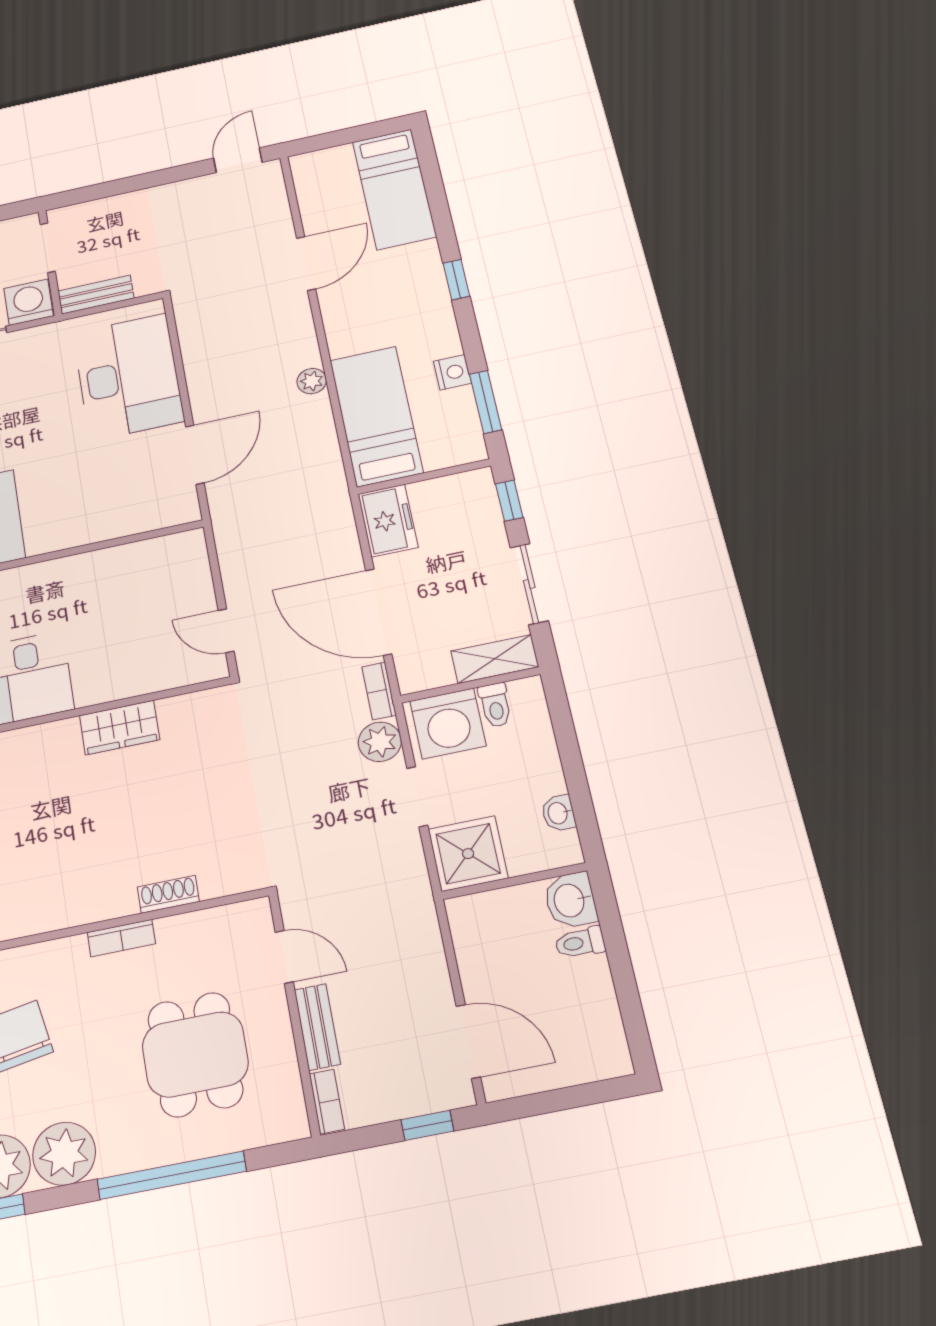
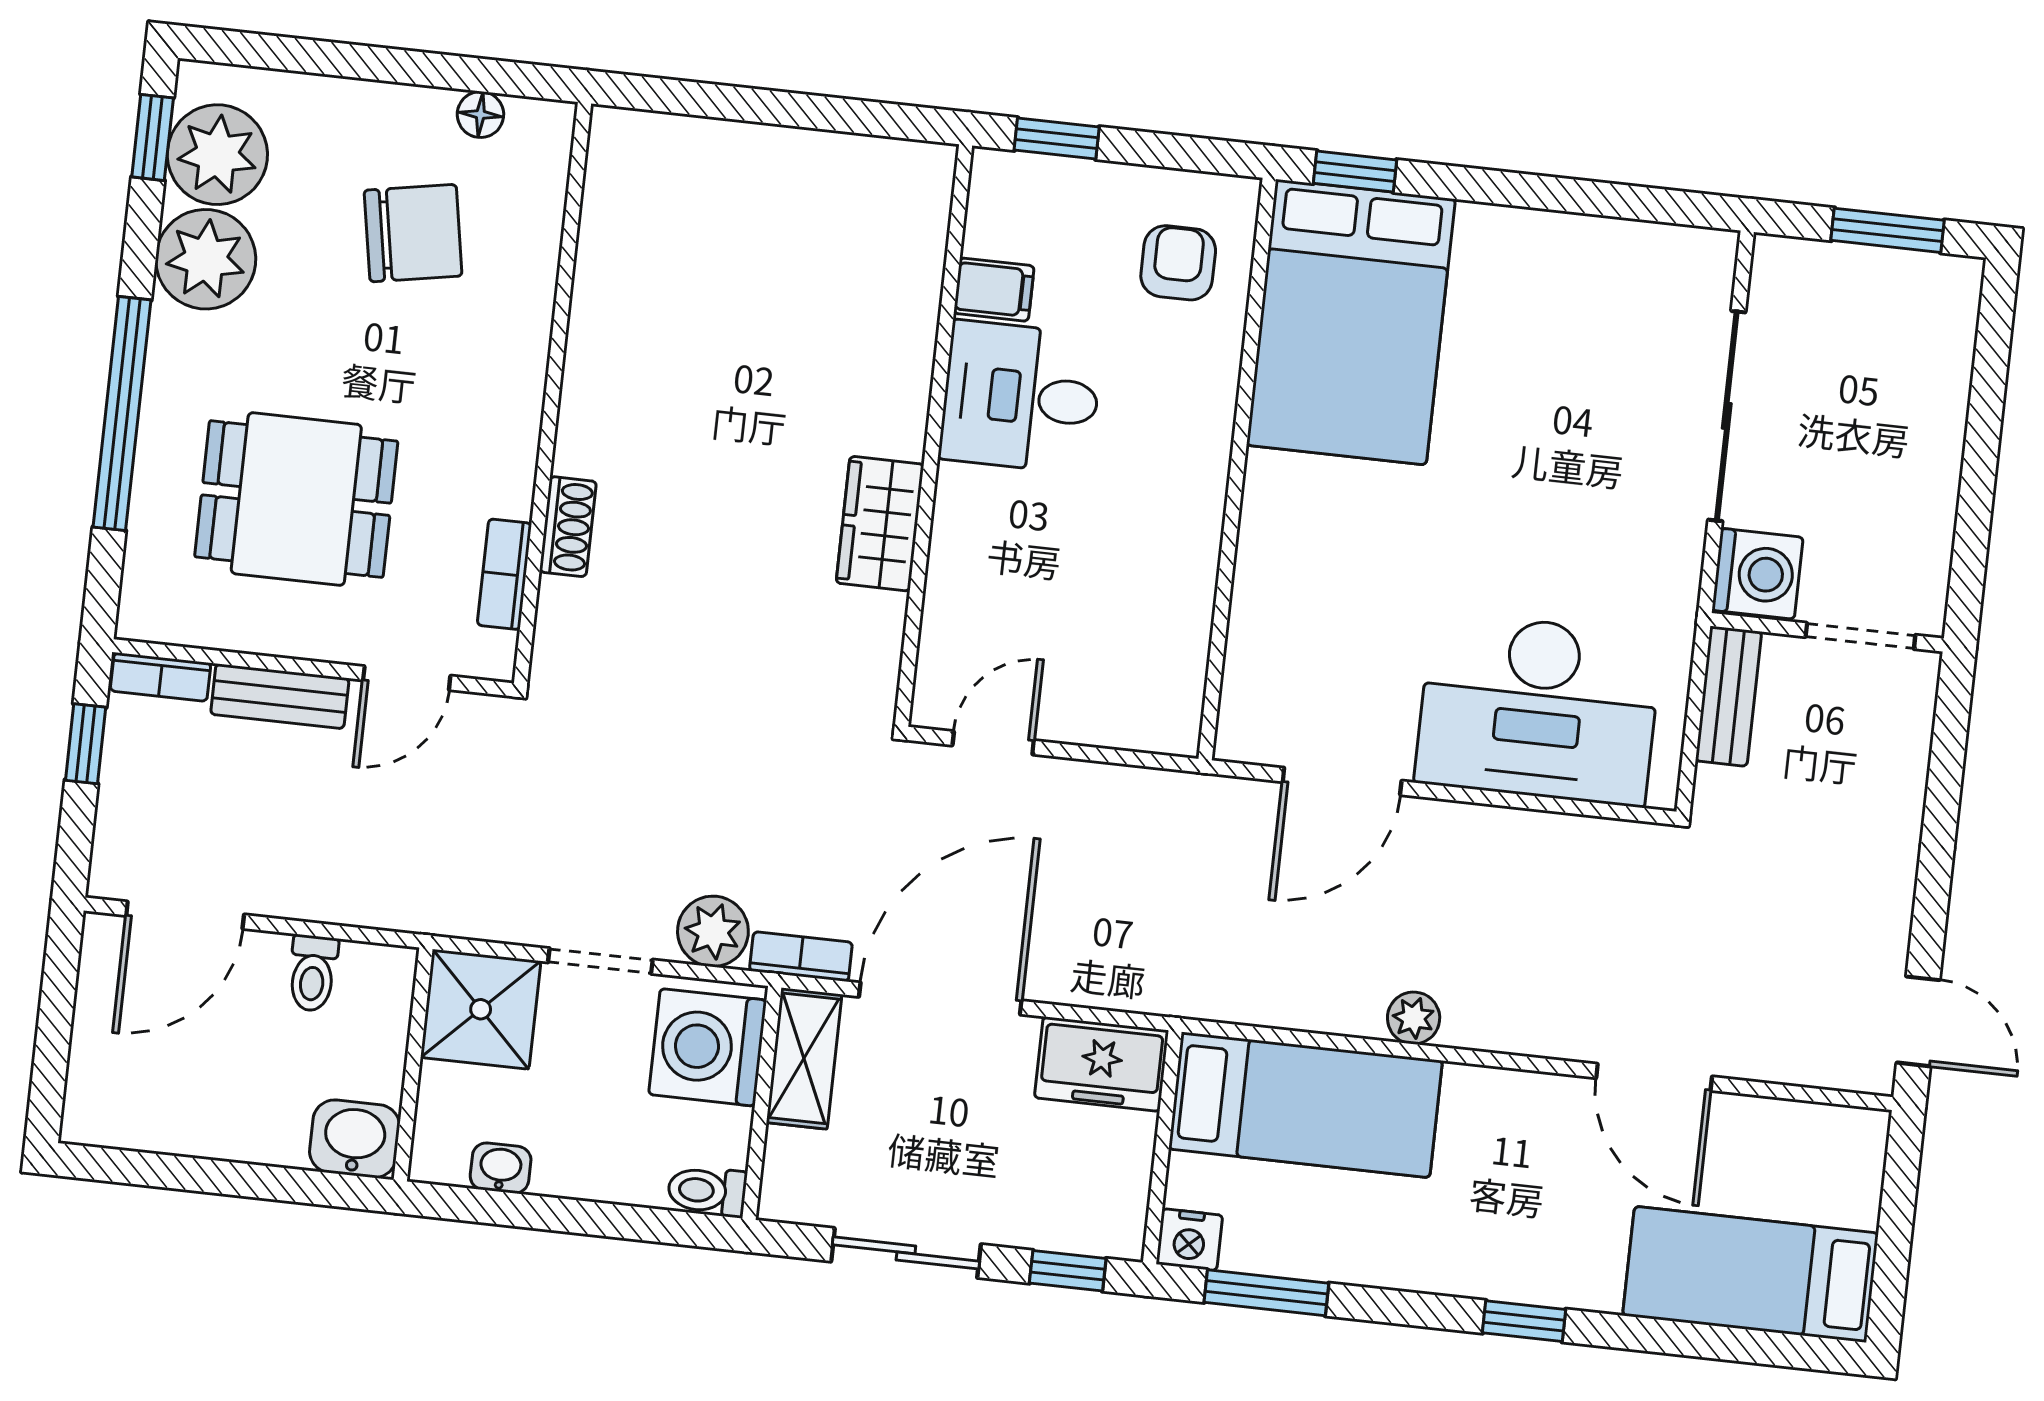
nightstand: (452, 372) -> (1189, 1240), moved
door: (195, 455) -> (1342, 781), hinge flipped
shelving: (495, 659) -> (804, 1058), moved
toilet: (495, 705) -> (707, 1191), moved
bookcase: (121, 938) -> (504, 574), moved
toilet: (580, 943) -> (313, 973), moved, turned 180
window: (427, 1125) -> (86, 744), moved

